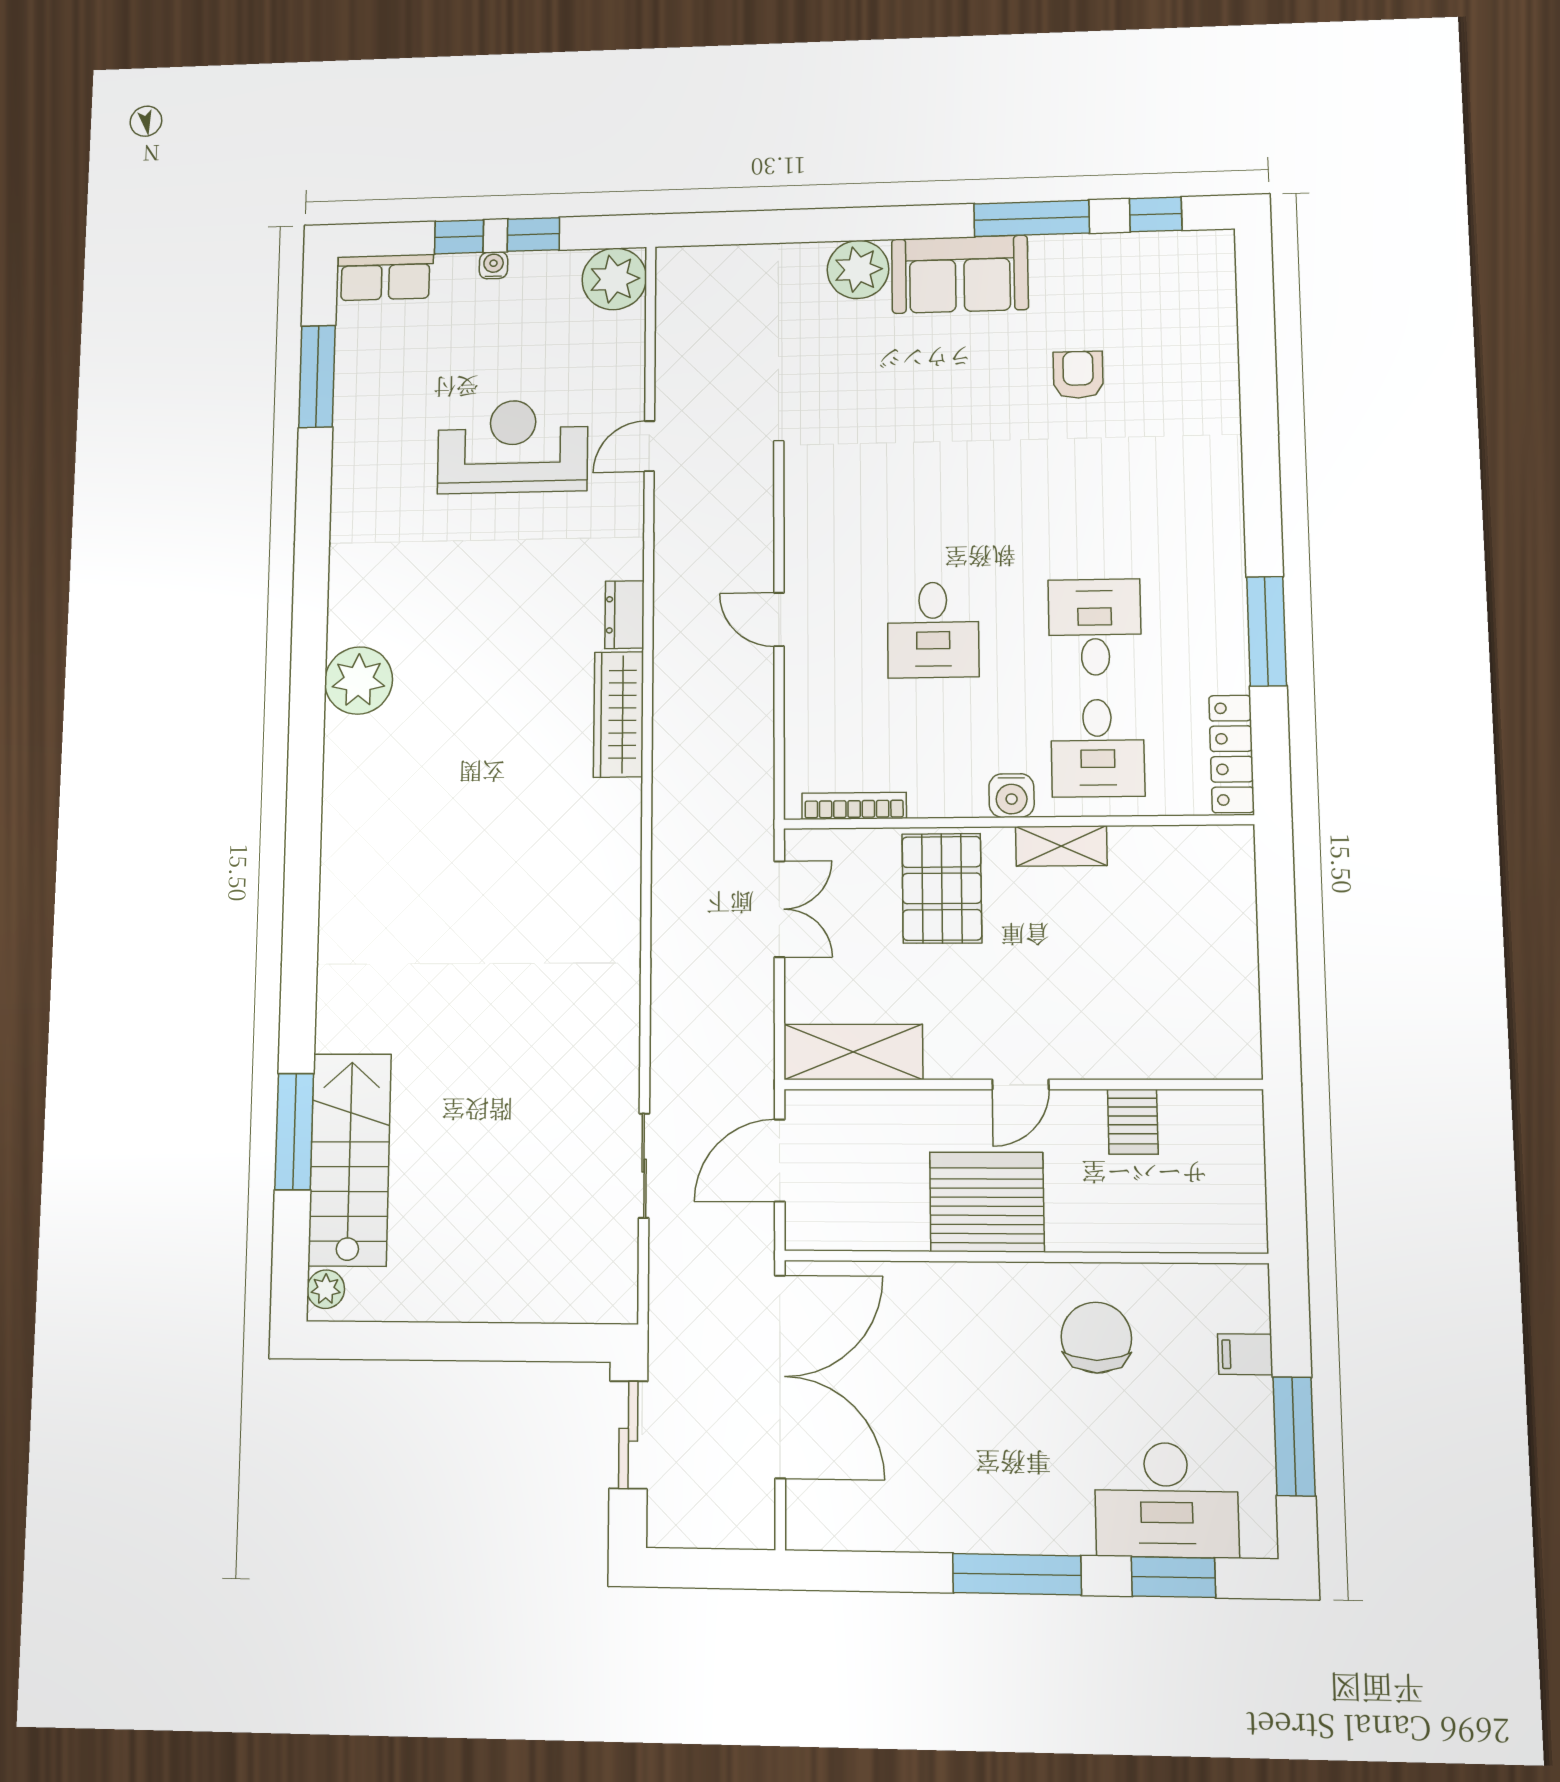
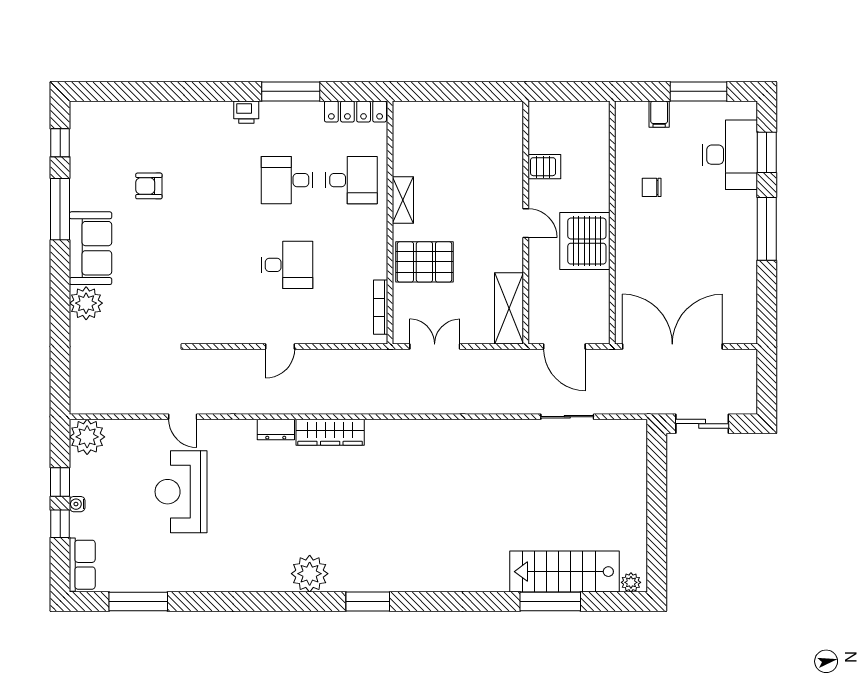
printer: (1224, 549) -> (246, 112), added
window: (305, 788) -> (368, 602), added
water cooler: (1012, 796) -> (376, 225), removed
chair: (1096, 1338) -> (652, 187), width x0.54, depth x0.54

